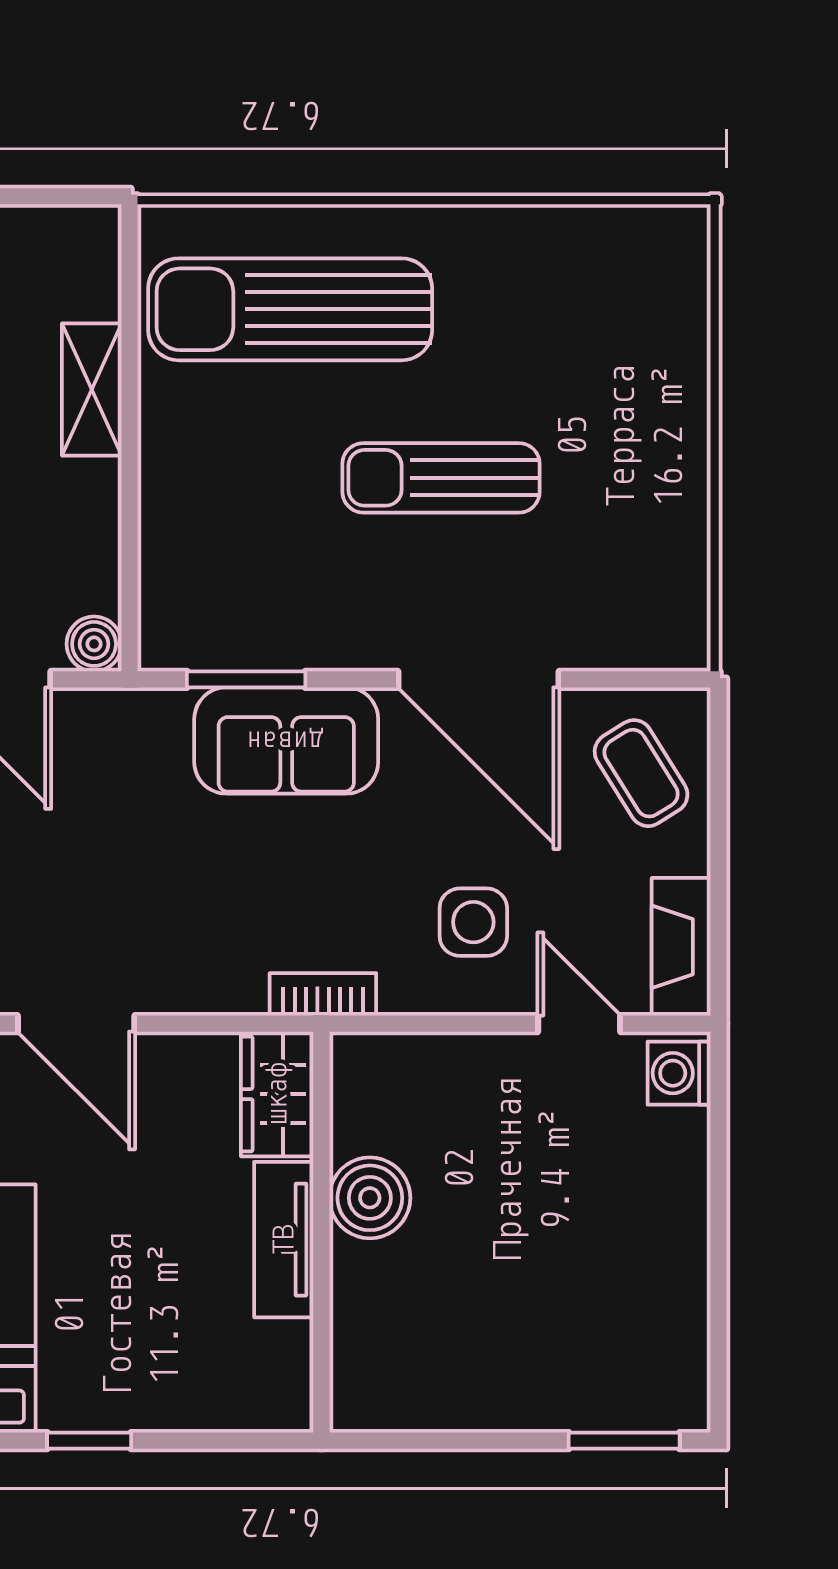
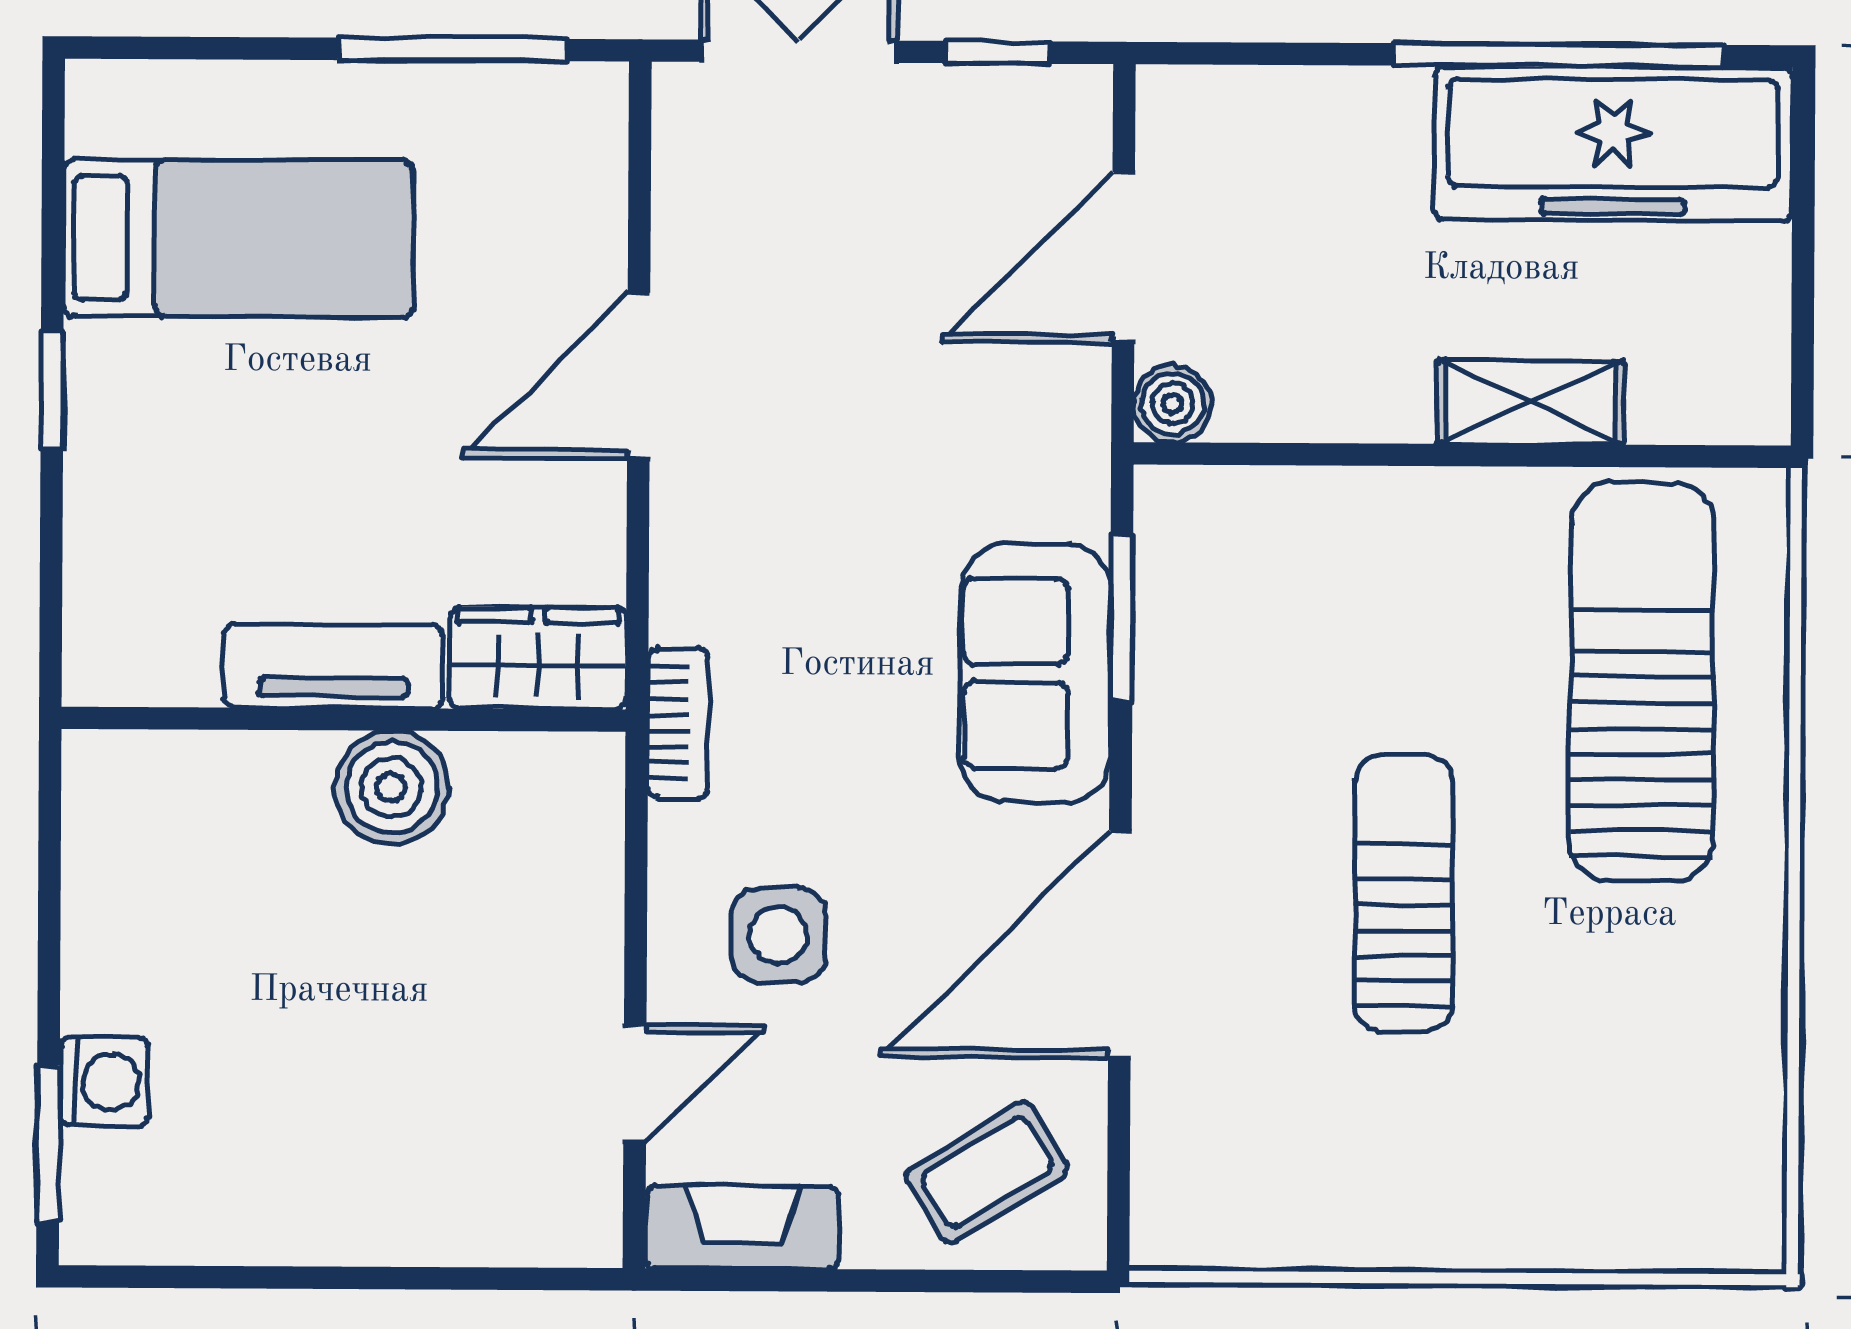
washing machine: (679, 1073) -> (104, 1082), moved, turned 90

